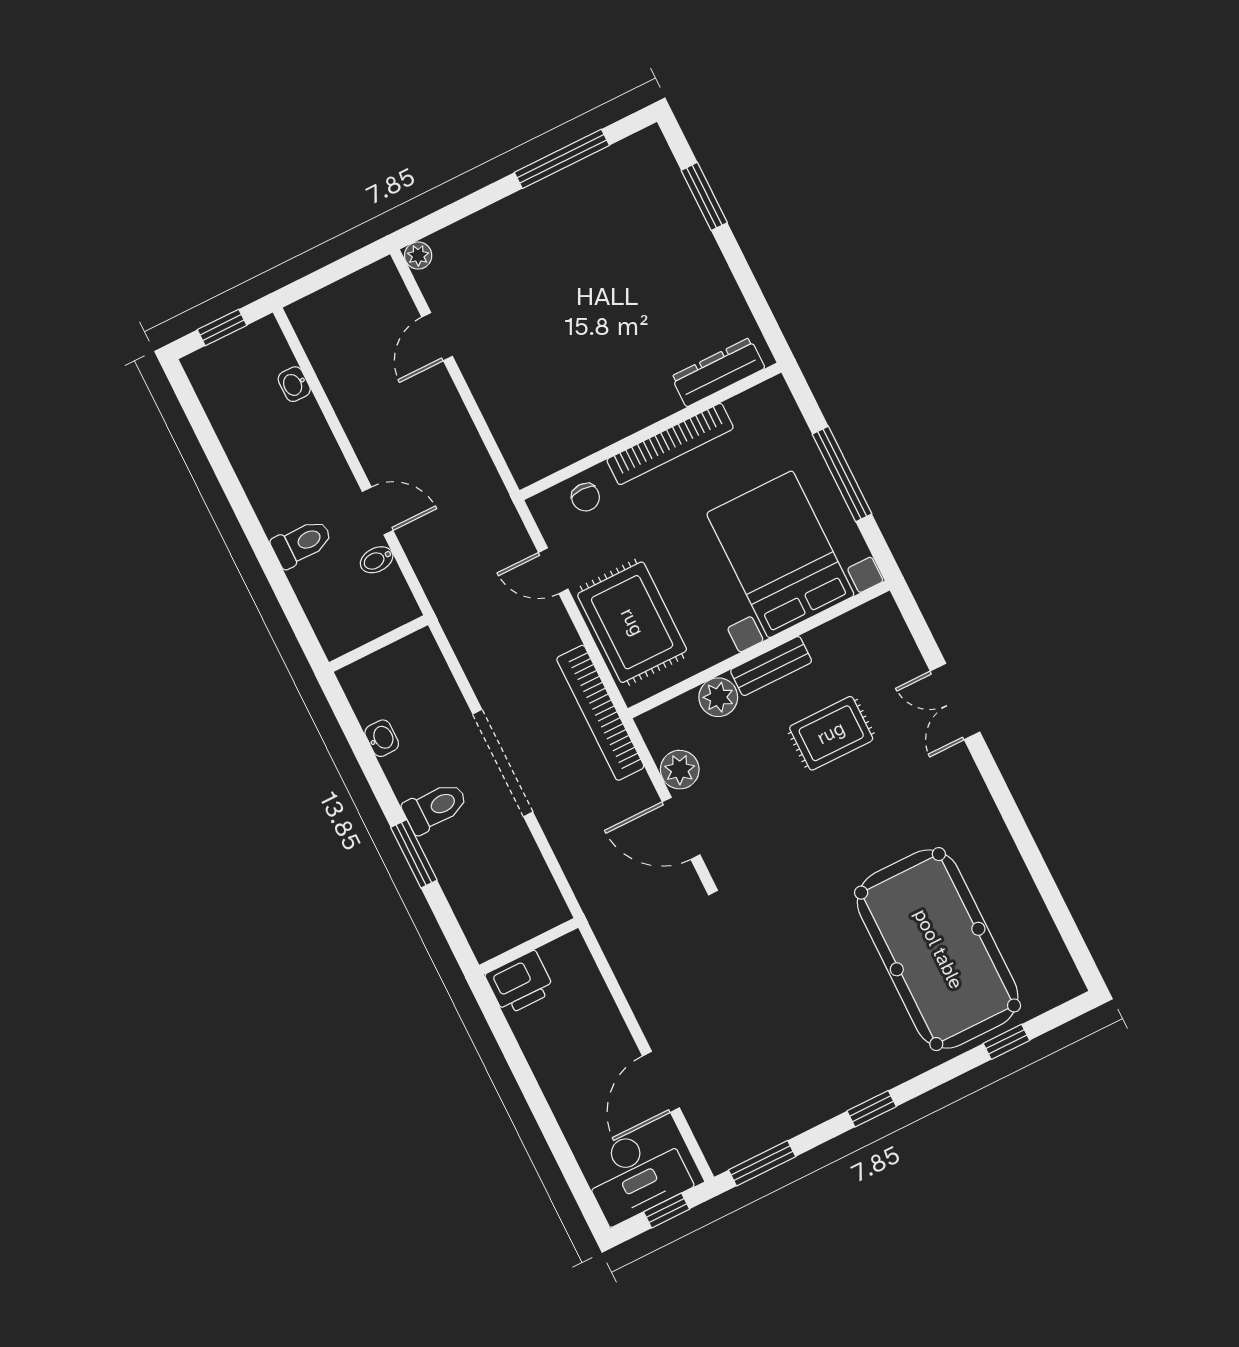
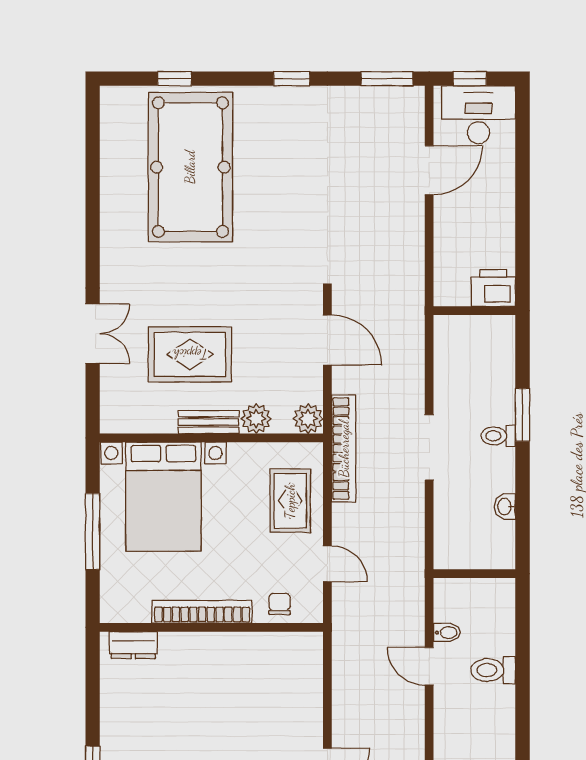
dresser: (718, 372) -> (133, 645), width x0.70
rug: (632, 622) -> (290, 501), width x0.73, depth x0.70
rug: (831, 733) -> (190, 354), width x1.36, depth x1.43
doorway: (503, 763) -> (429, 447), width x0.73
plant: (680, 770) -> (308, 419), moved
toilet: (435, 807) -> (498, 436), width x0.73, depth x0.72

